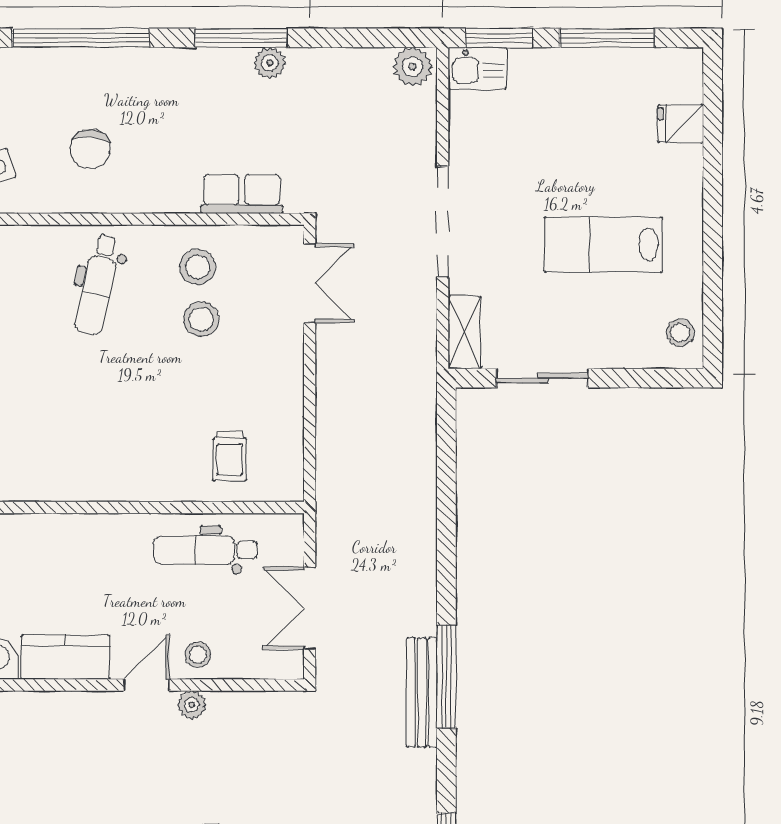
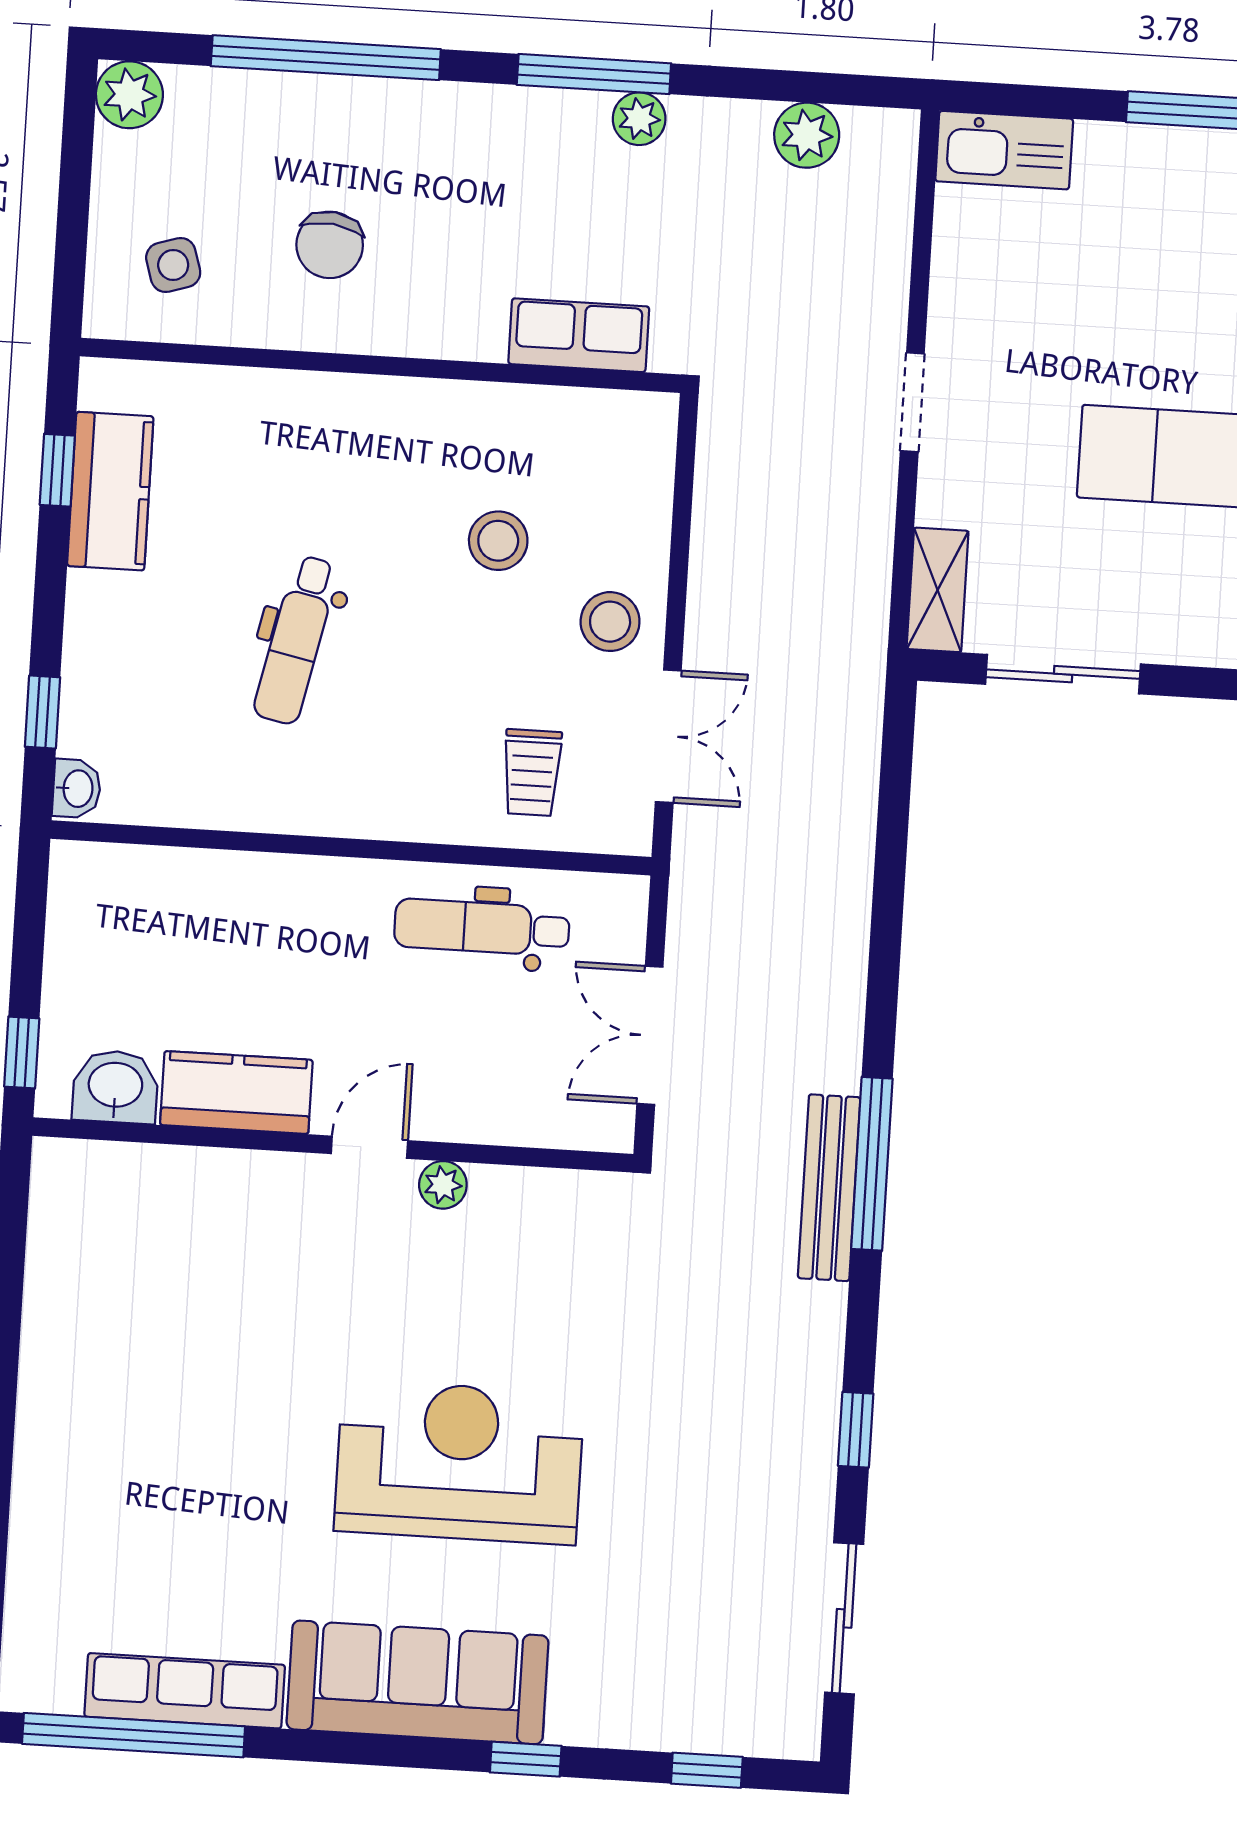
window: (499, 38) -> (1026, 100), removed
plant: (413, 67) -> (807, 135), moved
kitchen sink: (477, 68) -> (1004, 150), width x1.38
doorway: (443, 222) -> (912, 402), width x0.53
stool: (198, 267) -> (610, 622), moved
double door: (310, 283) -> (668, 736), moved
dental chair: (98, 285) -> (296, 640), moved
stool: (198, 655) -> (458, 1102), removed

